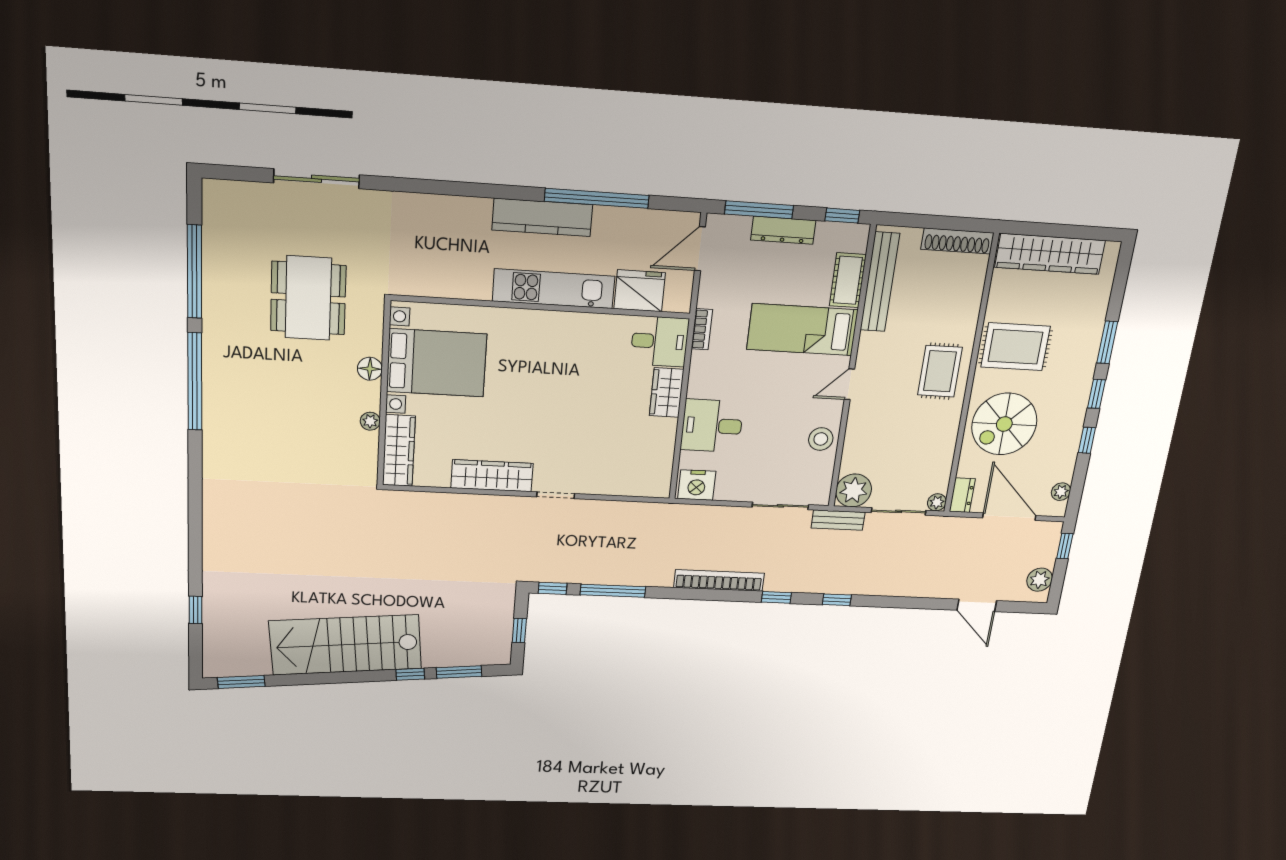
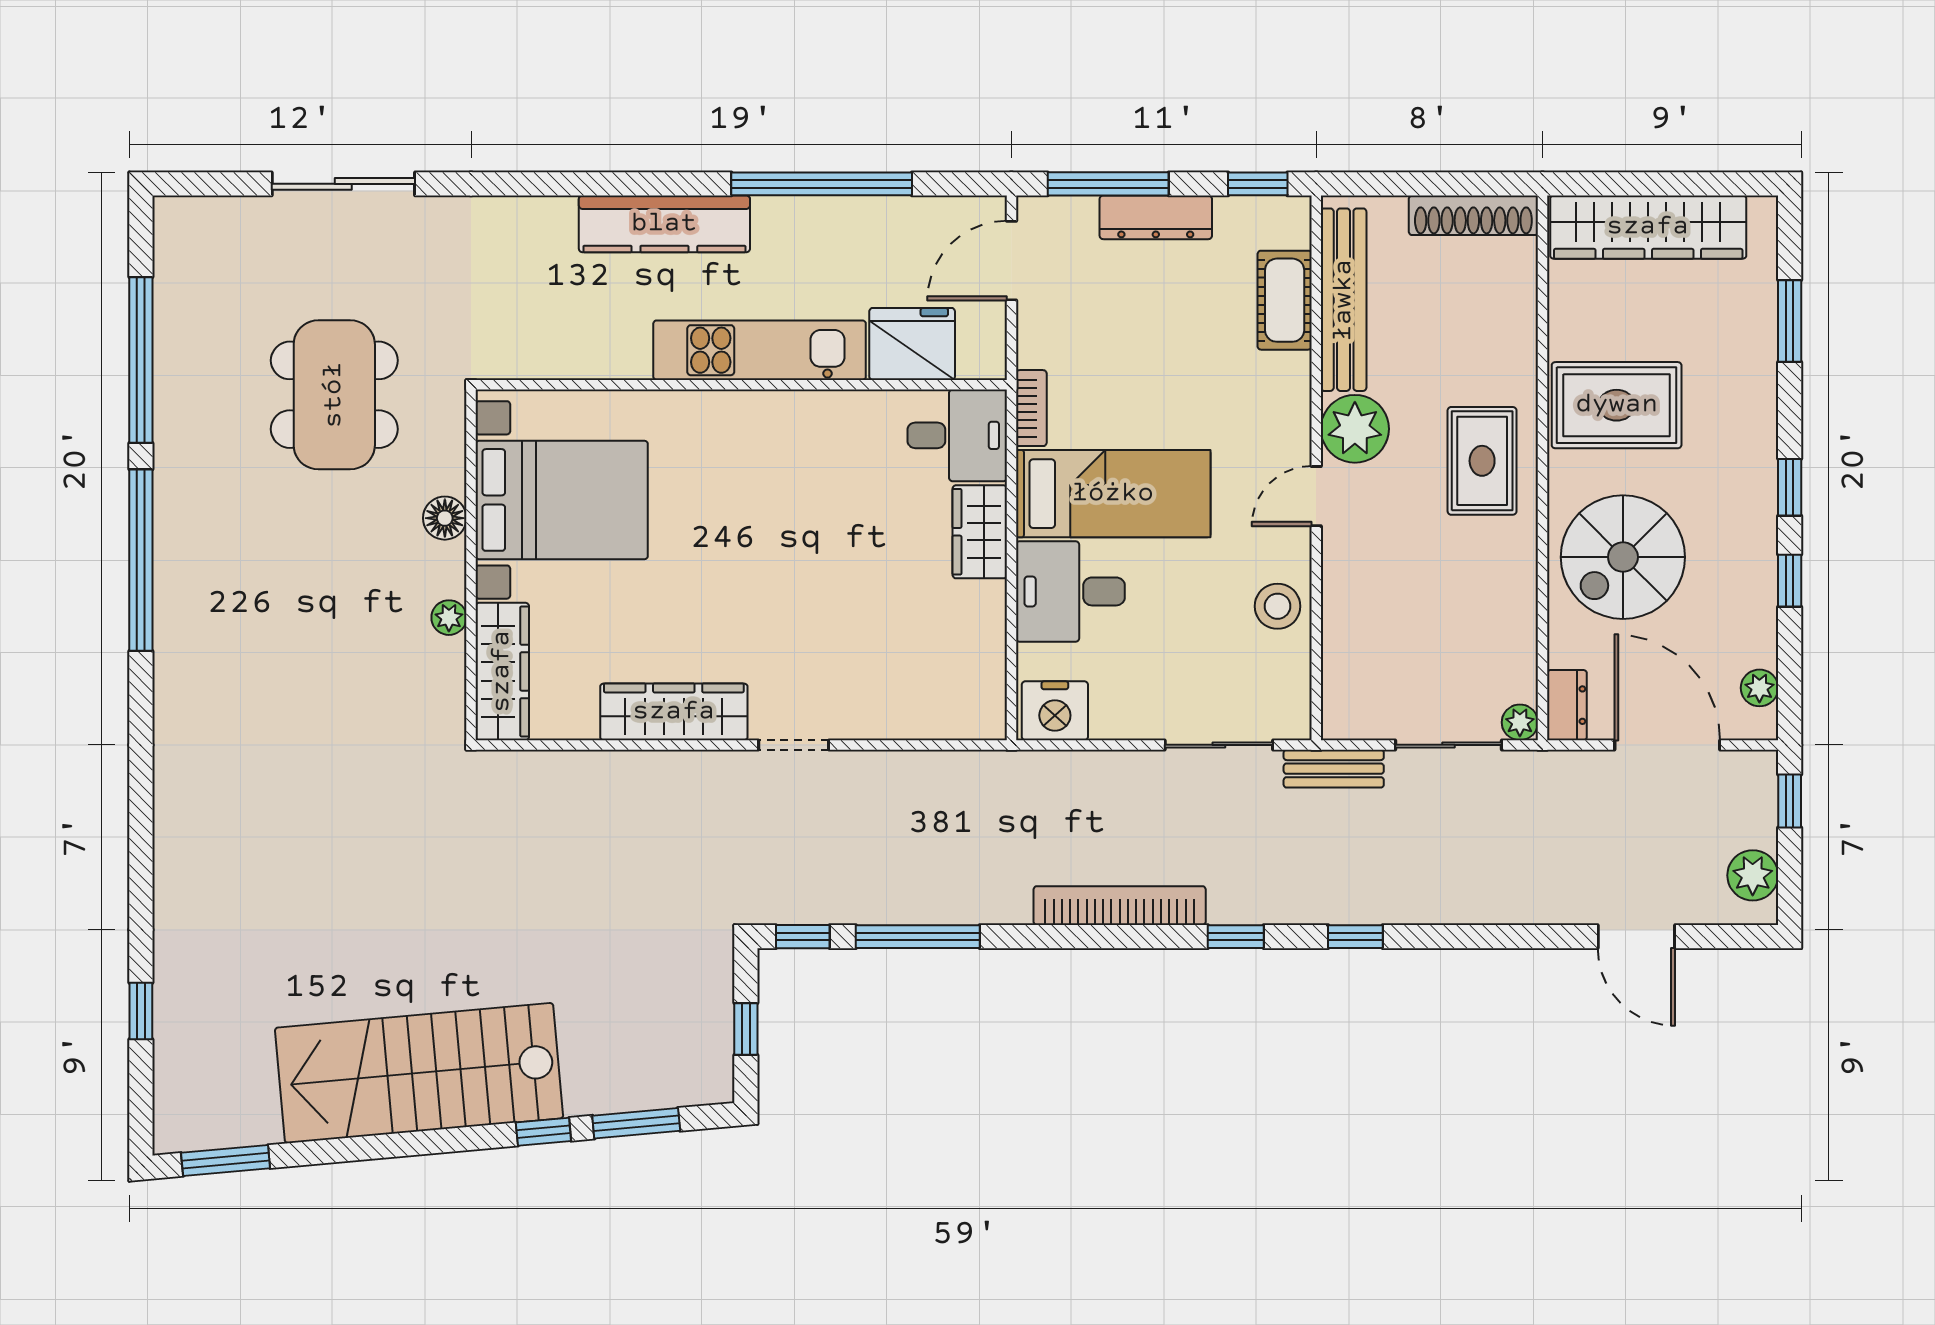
kitchen counter: (542, 217) -> (664, 224), moved
bed: (802, 330) -> (1113, 494), moved, turned 180
window: (1107, 342) -> (1790, 321), moved
plant: (854, 490) -> (1355, 429), moved

